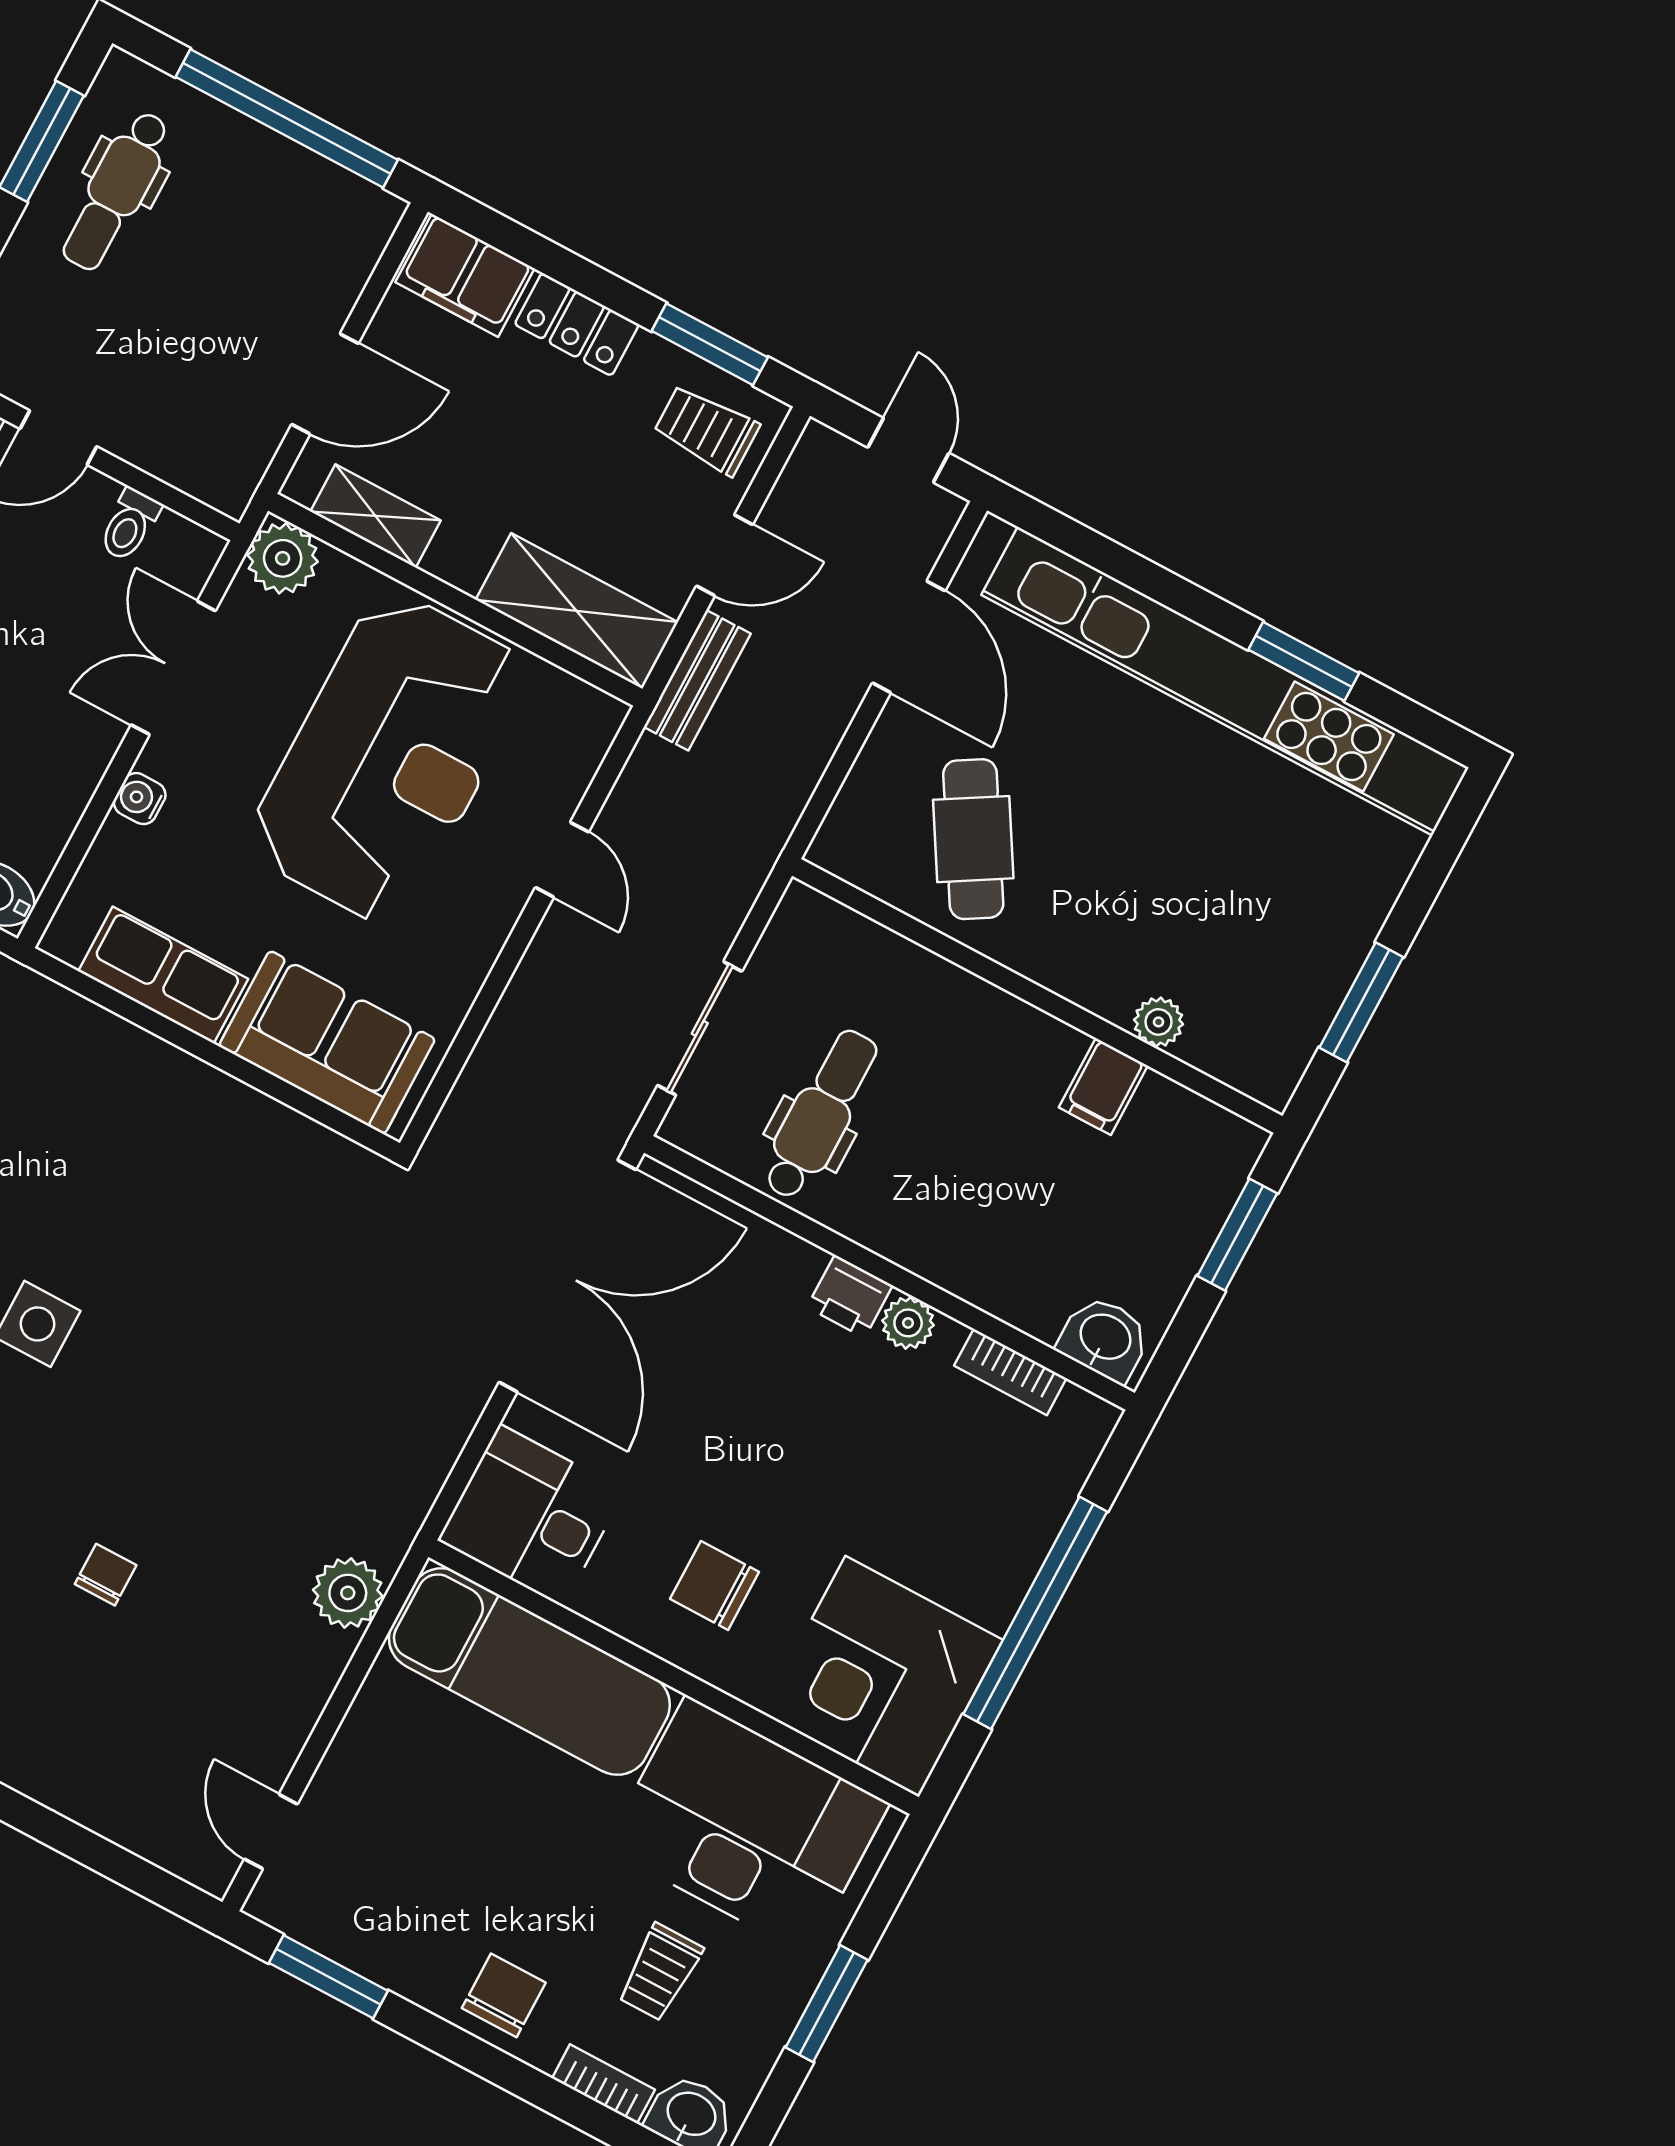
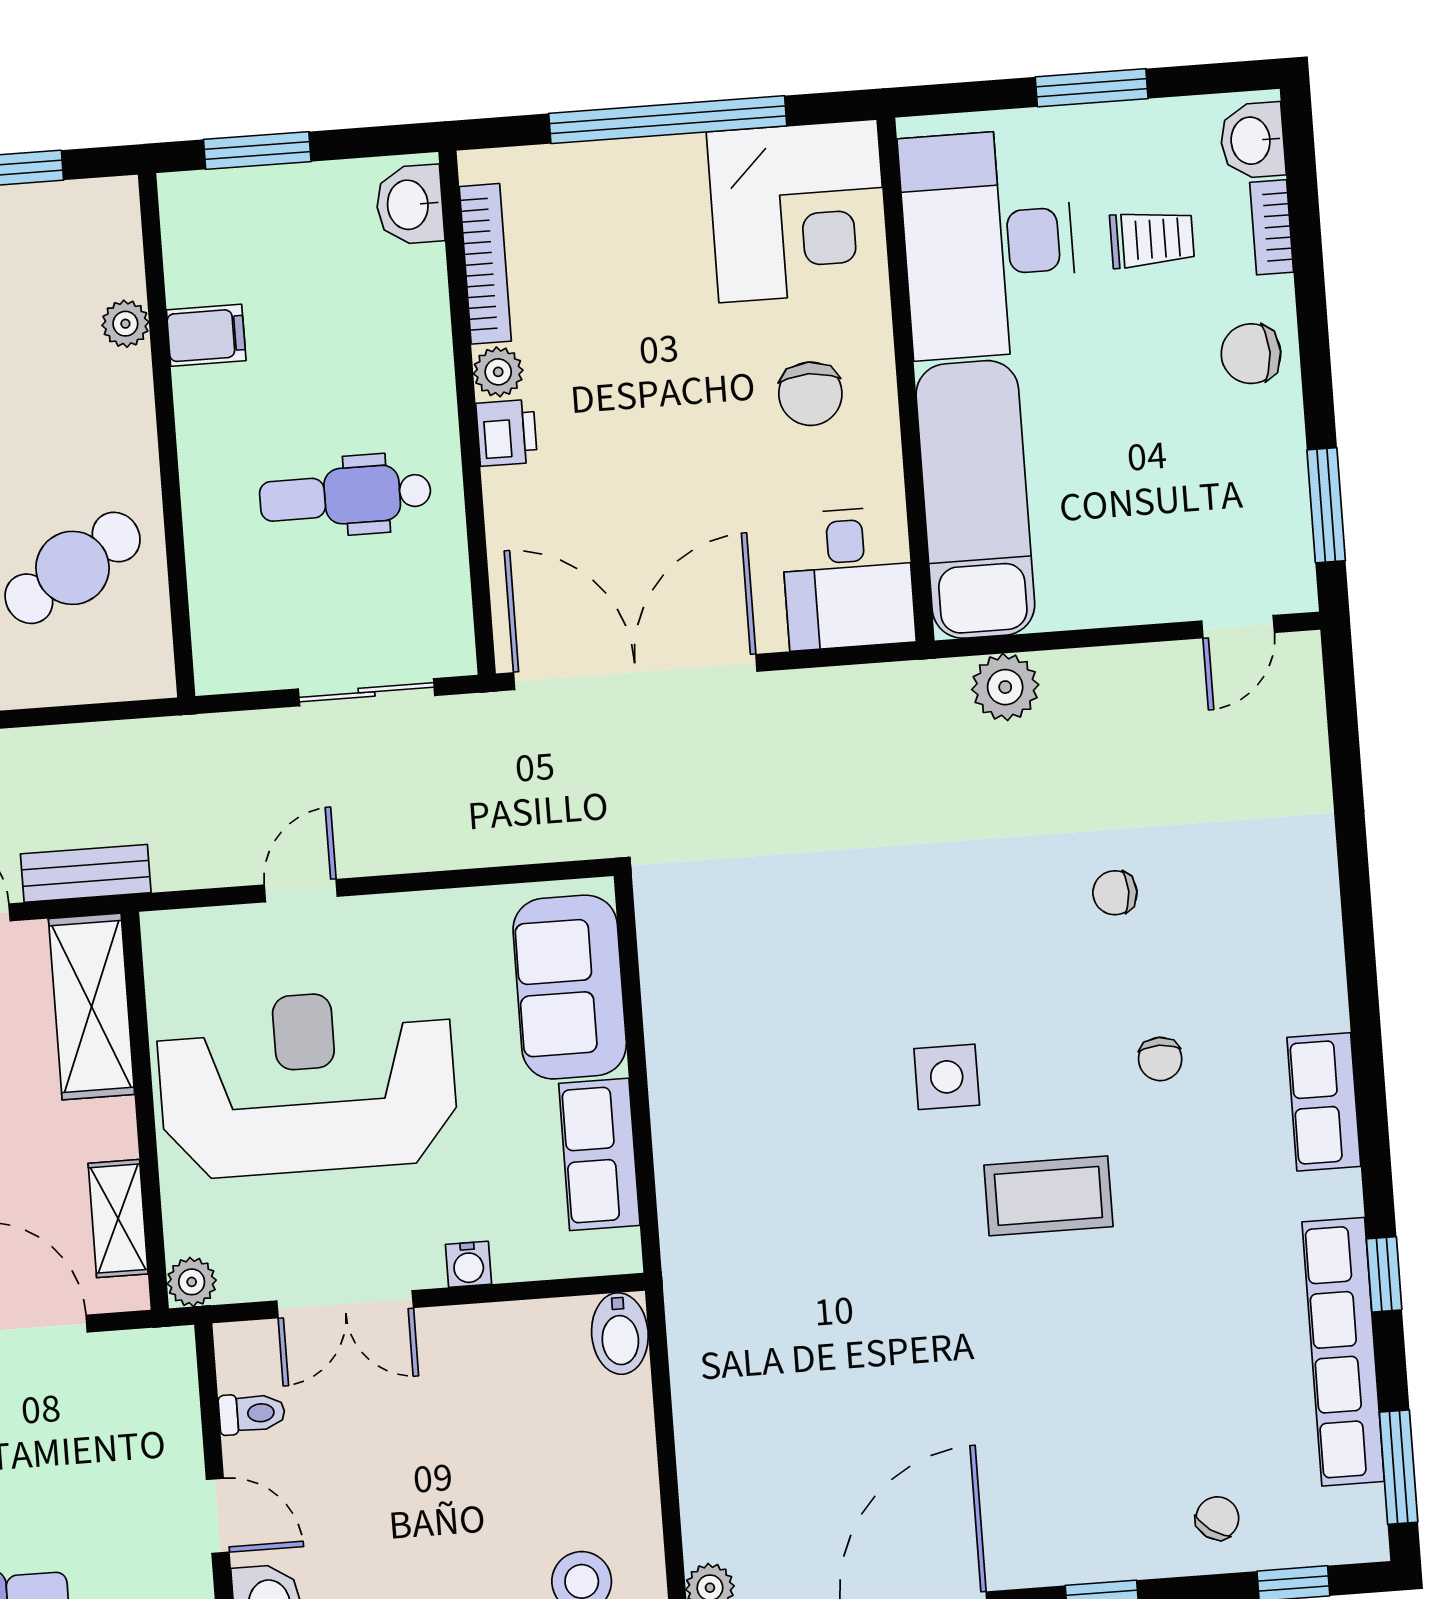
plant: (283, 558) -> (192, 1282), width x0.73, depth x0.73
dental chair: (820, 1114) -> (345, 496), moved
bookcase: (1010, 1372) -> (485, 264), width x1.56

